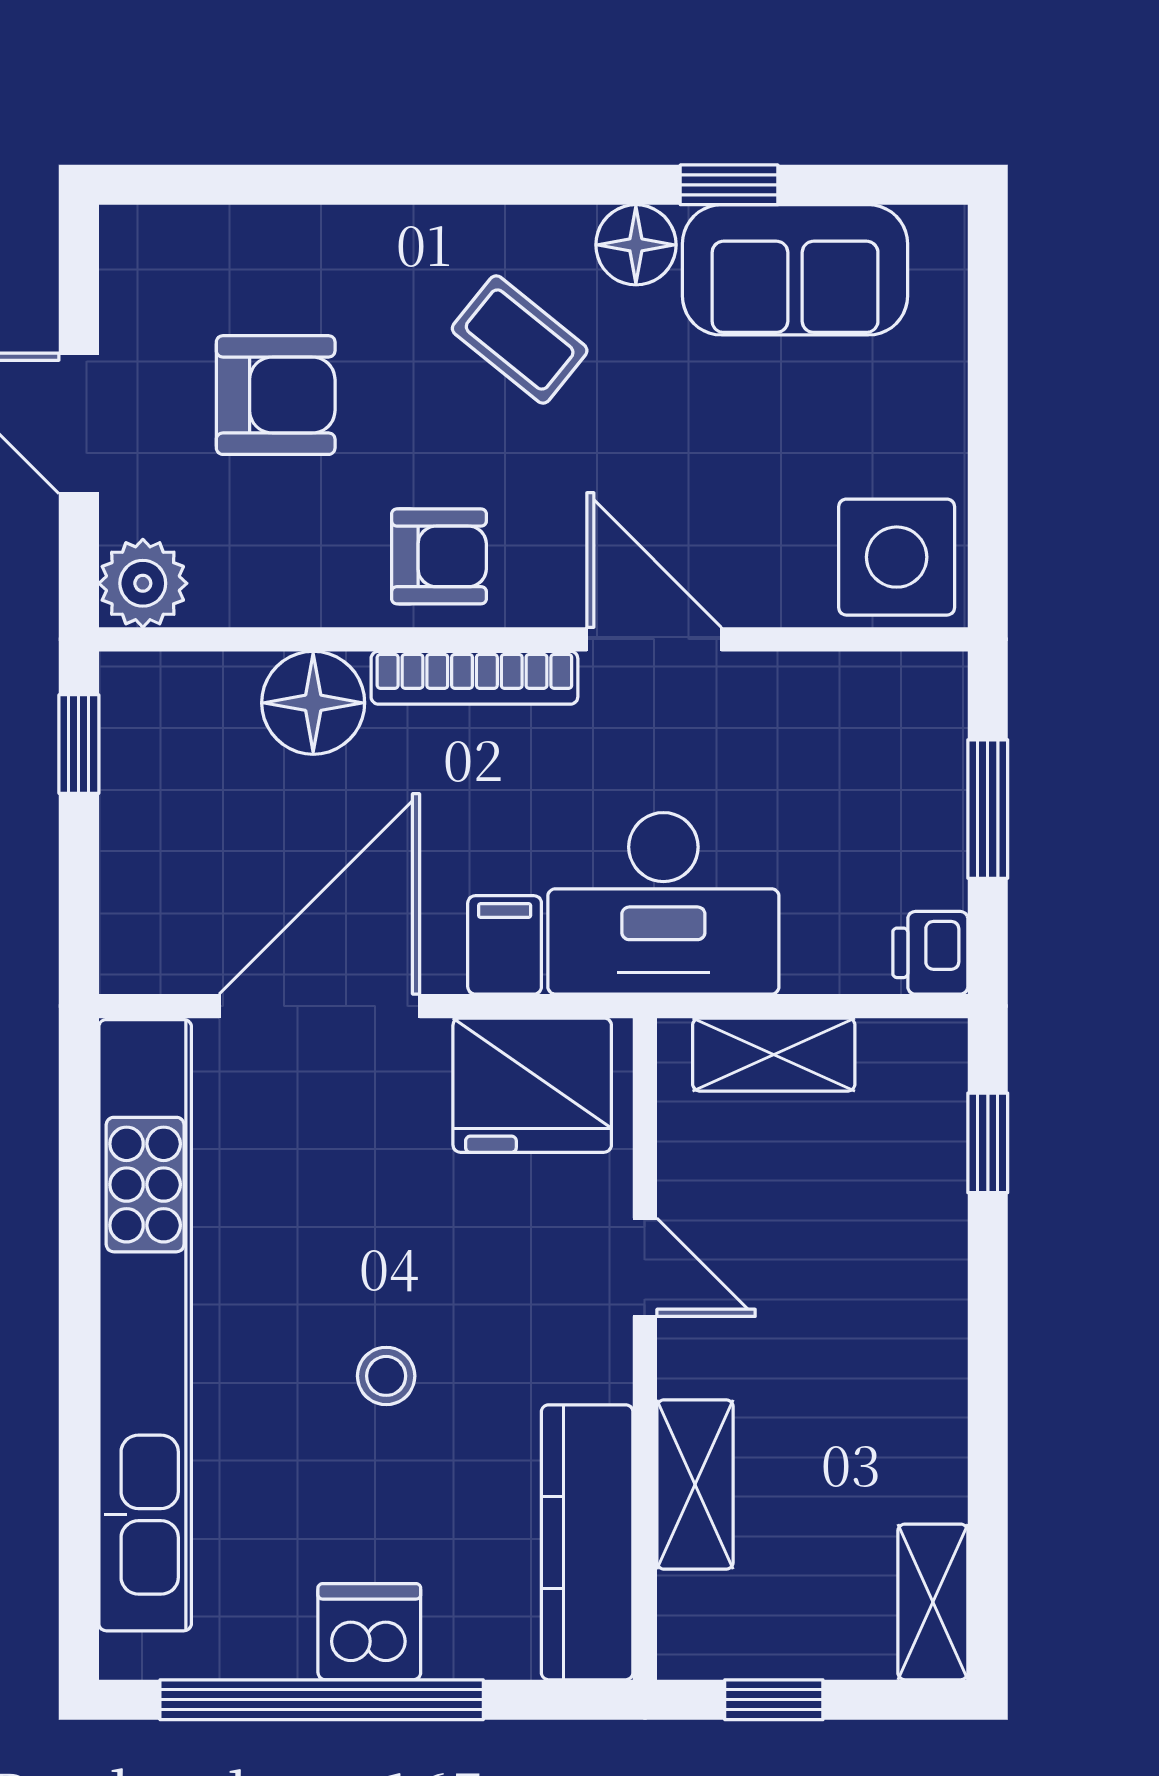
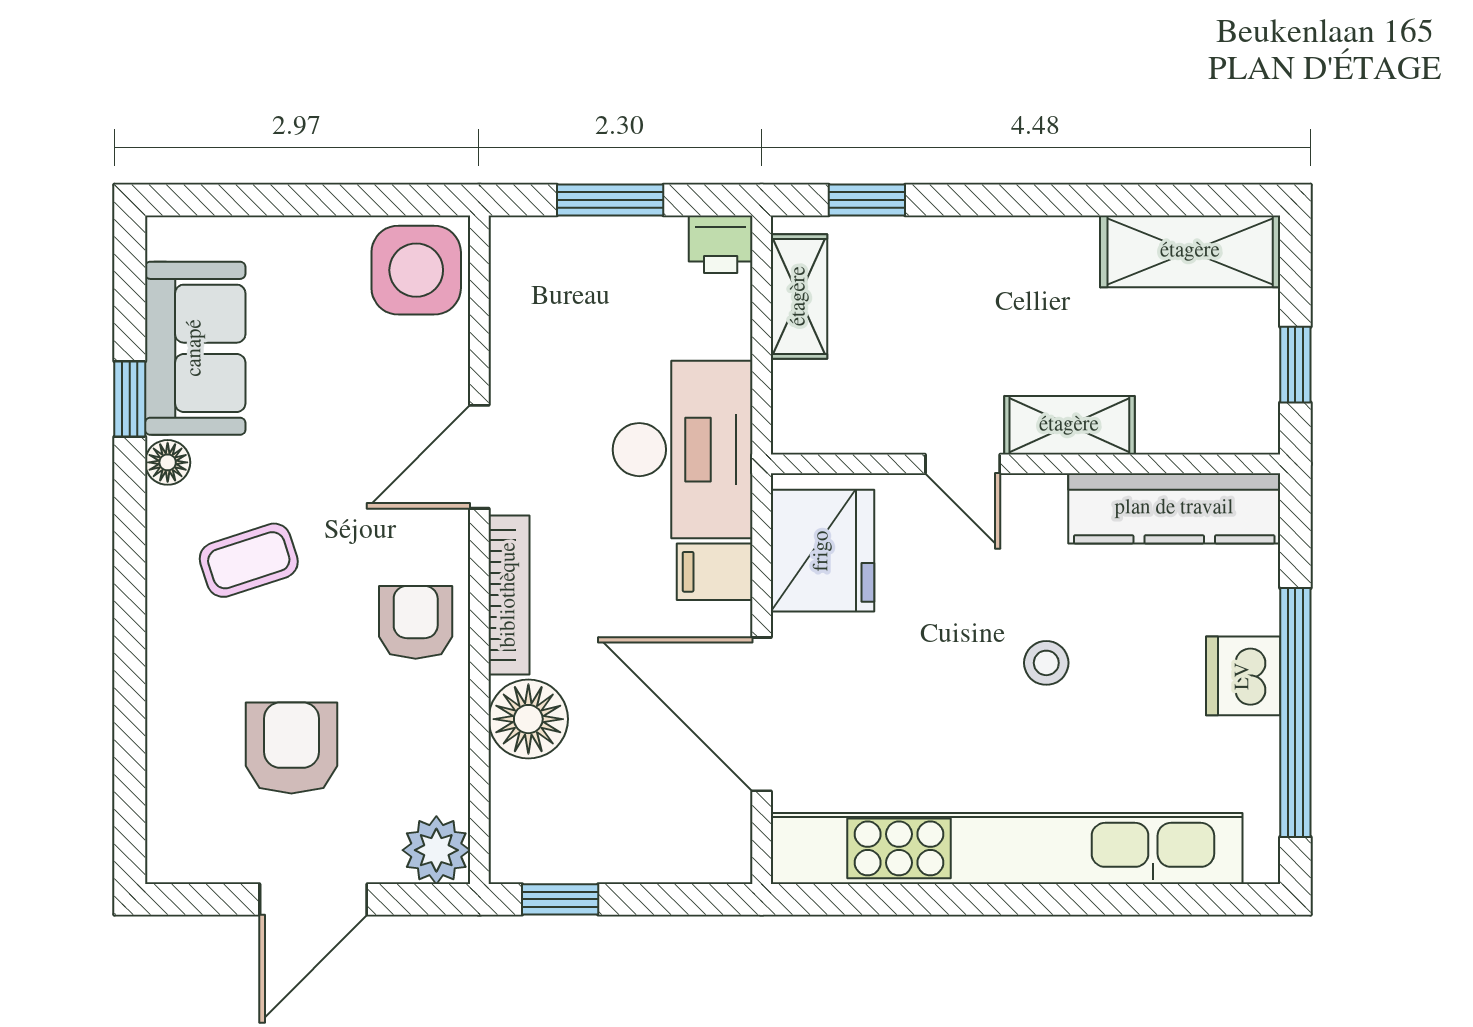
floor lamp: (636, 245) -> (168, 462), width x0.73, depth x0.73
coffee table: (520, 340) -> (249, 560), turned 33
shelving: (774, 1055) -> (799, 296), moved
door: (645, 1267) -> (963, 464), swing flipped
shelving: (695, 1485) -> (1069, 425), moved
shelving: (933, 1602) -> (1190, 251), width x1.50, depth x1.33

